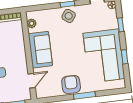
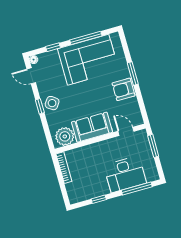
plant: (32, 23) -> (65, 136), width x1.87, depth x1.87
window: (125, 57) -> (86, 38), width x2.17

